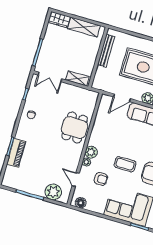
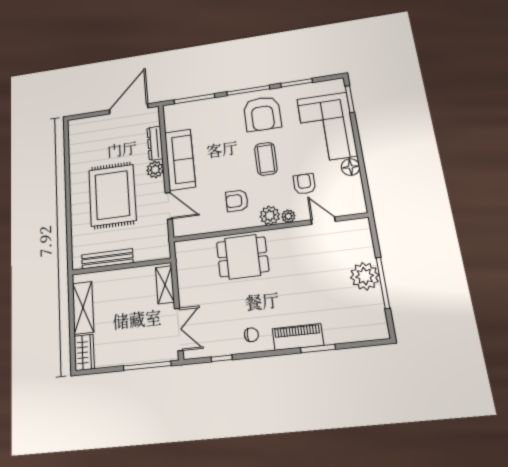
armchair: (108, 138) -> (237, 201), added
piano: (16, 153) -> (298, 337), moved
door: (76, 180) -> (323, 221), swing flipped
plant: (53, 192) -> (365, 276), moved
floor lamp: (81, 203) -> (351, 167), moved

